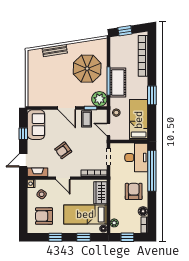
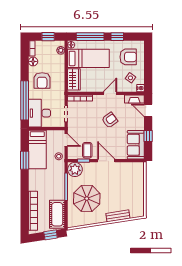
cot: (118, 82) -> (57, 214), moved
window: (152, 95) -> (25, 160), moved
door: (23, 160) -> (148, 110), swing flipped
door: (63, 178) -> (110, 93), hinge flipped
window: (84, 237) -> (90, 37), width x2.17

